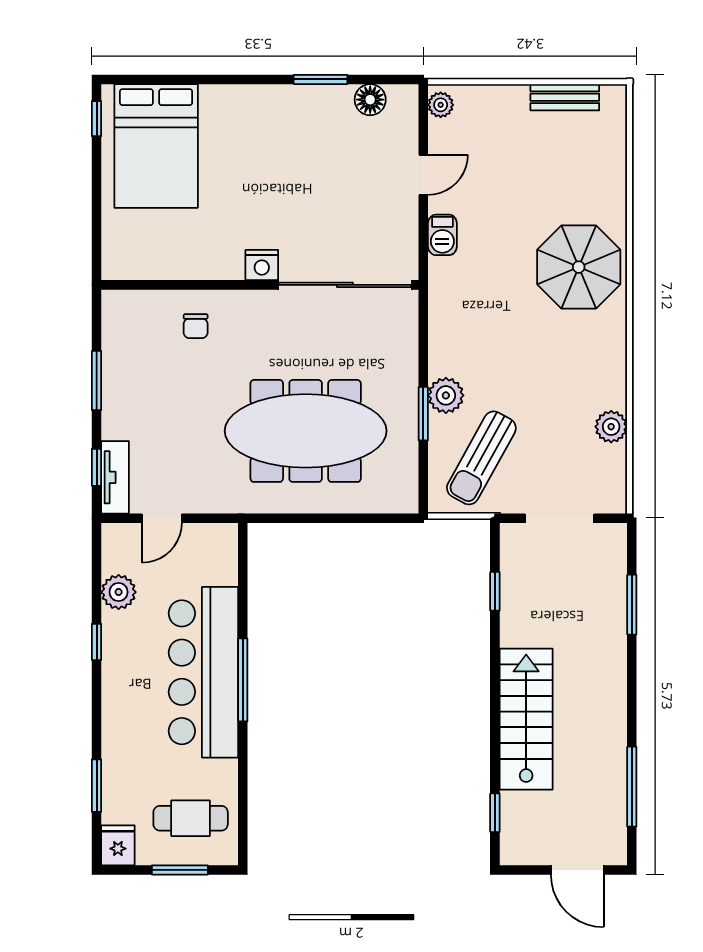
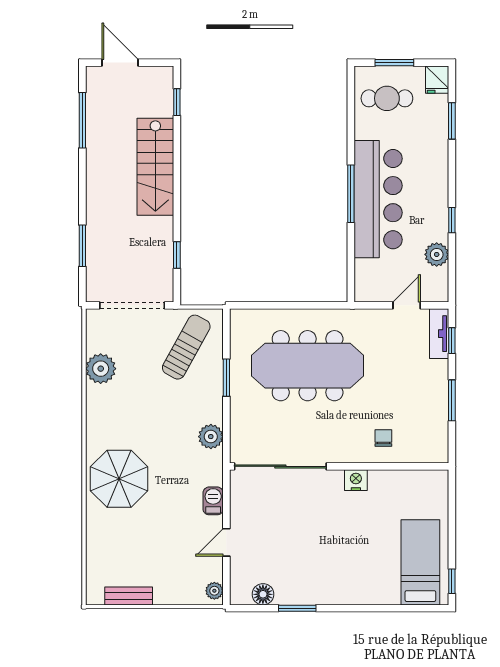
bed: (156, 146) -> (420, 562), width x0.67
nightstand: (262, 265) -> (356, 480), moved
plant: (446, 395) -> (211, 437), moved
plant: (611, 427) -> (101, 369), width x1.36, depth x1.36
doorway: (560, 518) -> (132, 305), width x1.36

